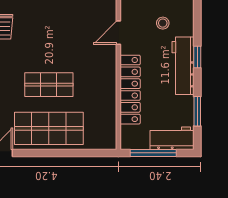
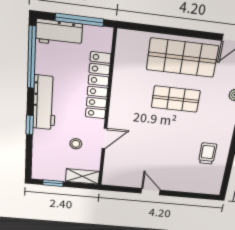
stool: (163, 23) -> (76, 144), moved
window: (197, 57) -> (30, 125), moved
window: (197, 111) -> (32, 57), width x2.11

